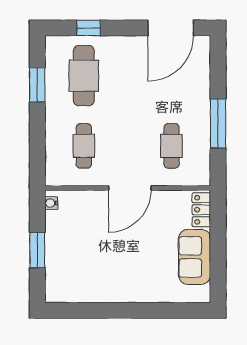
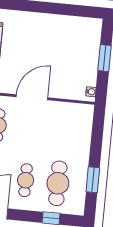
cafe table: (84, 146) -> (26, 180), moved

